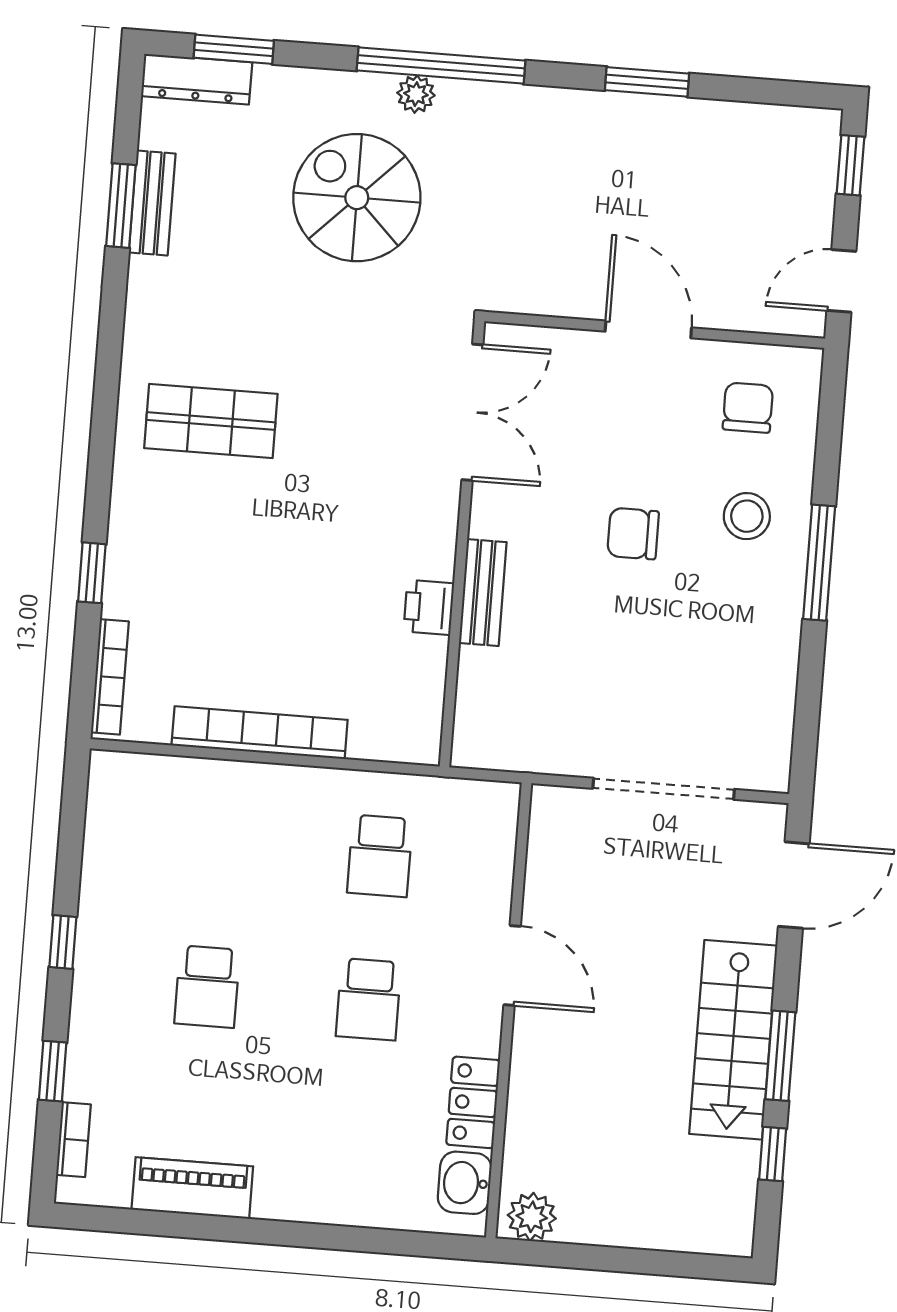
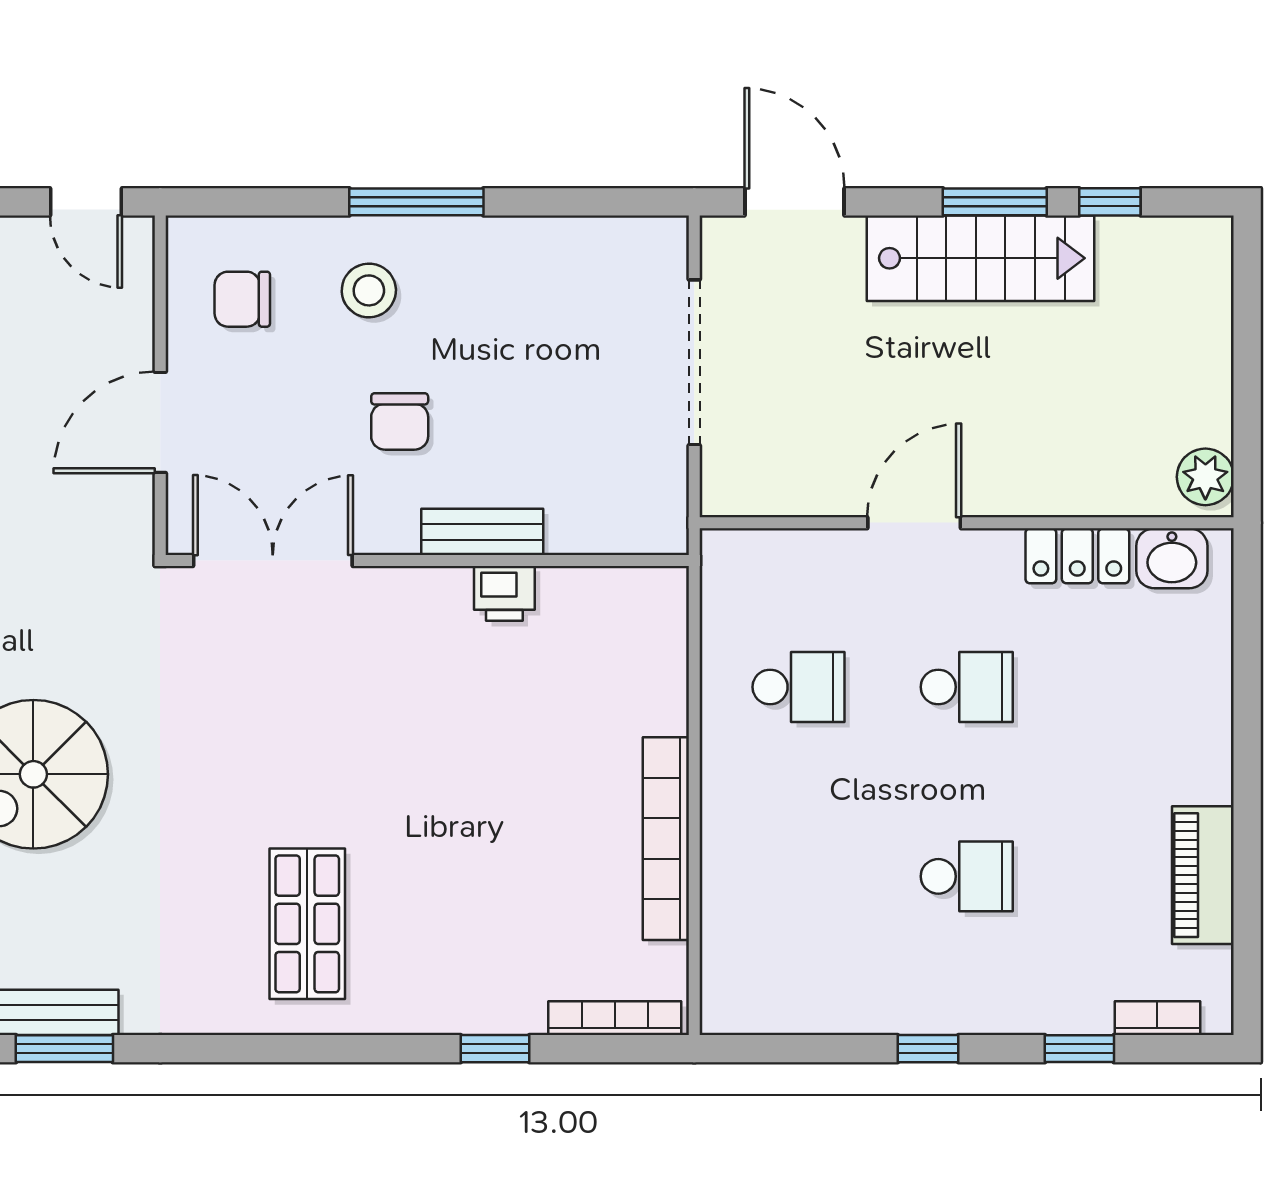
double door: (472, 412) -> (273, 561), moved
wall: (462, 544) -> (427, 561), moved
bench: (483, 593) -> (482, 532), moved
printer: (429, 607) -> (504, 593), moved

